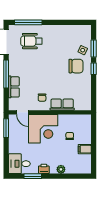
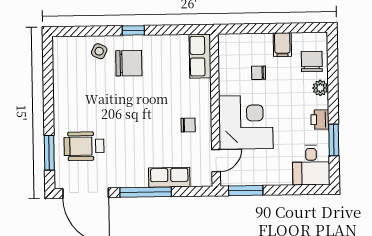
window: (28, 22) -> (49, 153), width x0.69
wheelchair: (32, 41) -> (84, 146), turned 90
window: (94, 48) -> (96, 31), removed
chair: (76, 66) -> (129, 63), turned 90
row of seats: (62, 105) -> (200, 56), moved
chair: (75, 165) -> (312, 61), added

